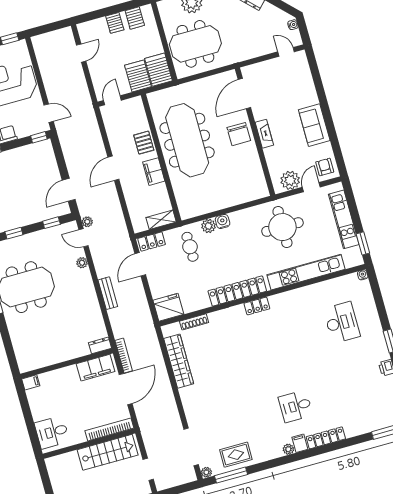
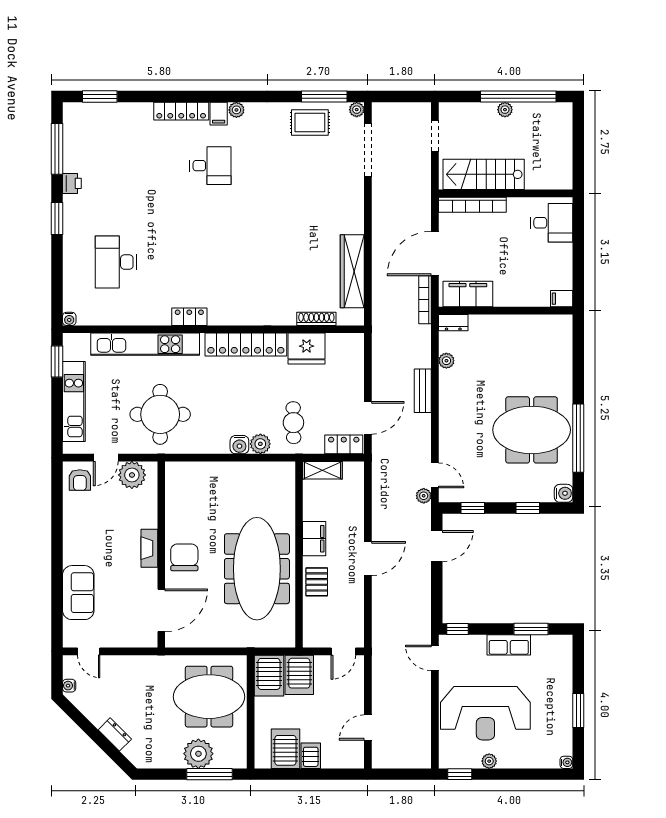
server rack: (135, 18) -> (285, 749), width x1.36, depth x1.44
sofa: (314, 125) -> (78, 593), moved
plant: (82, 263) -> (446, 361), moved
locker: (257, 306) -> (189, 317), moved
fridge: (168, 307) -> (307, 348), moved

